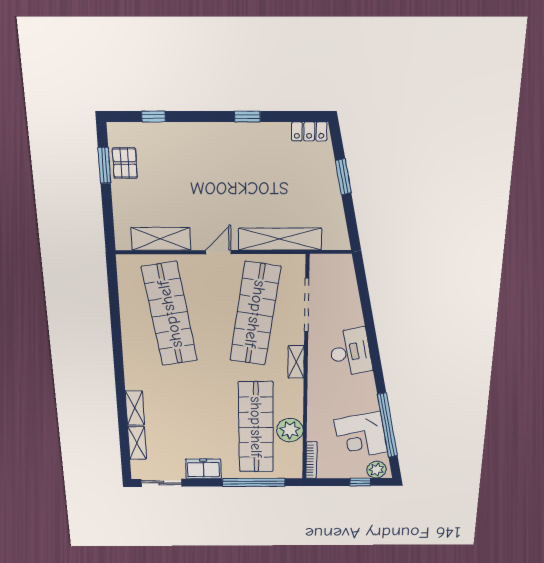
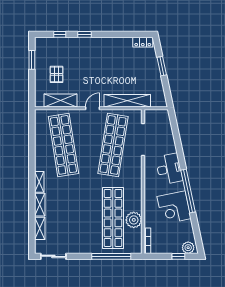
window: (247, 117) -> (85, 34), moved
pallet: (125, 163) -> (57, 74), moved
shelving: (296, 362) -> (39, 182), moved
window: (387, 425) -> (188, 191), moved
corner desk: (361, 436) -> (174, 208), moved
freezer: (203, 469) -> (80, 247), removed

